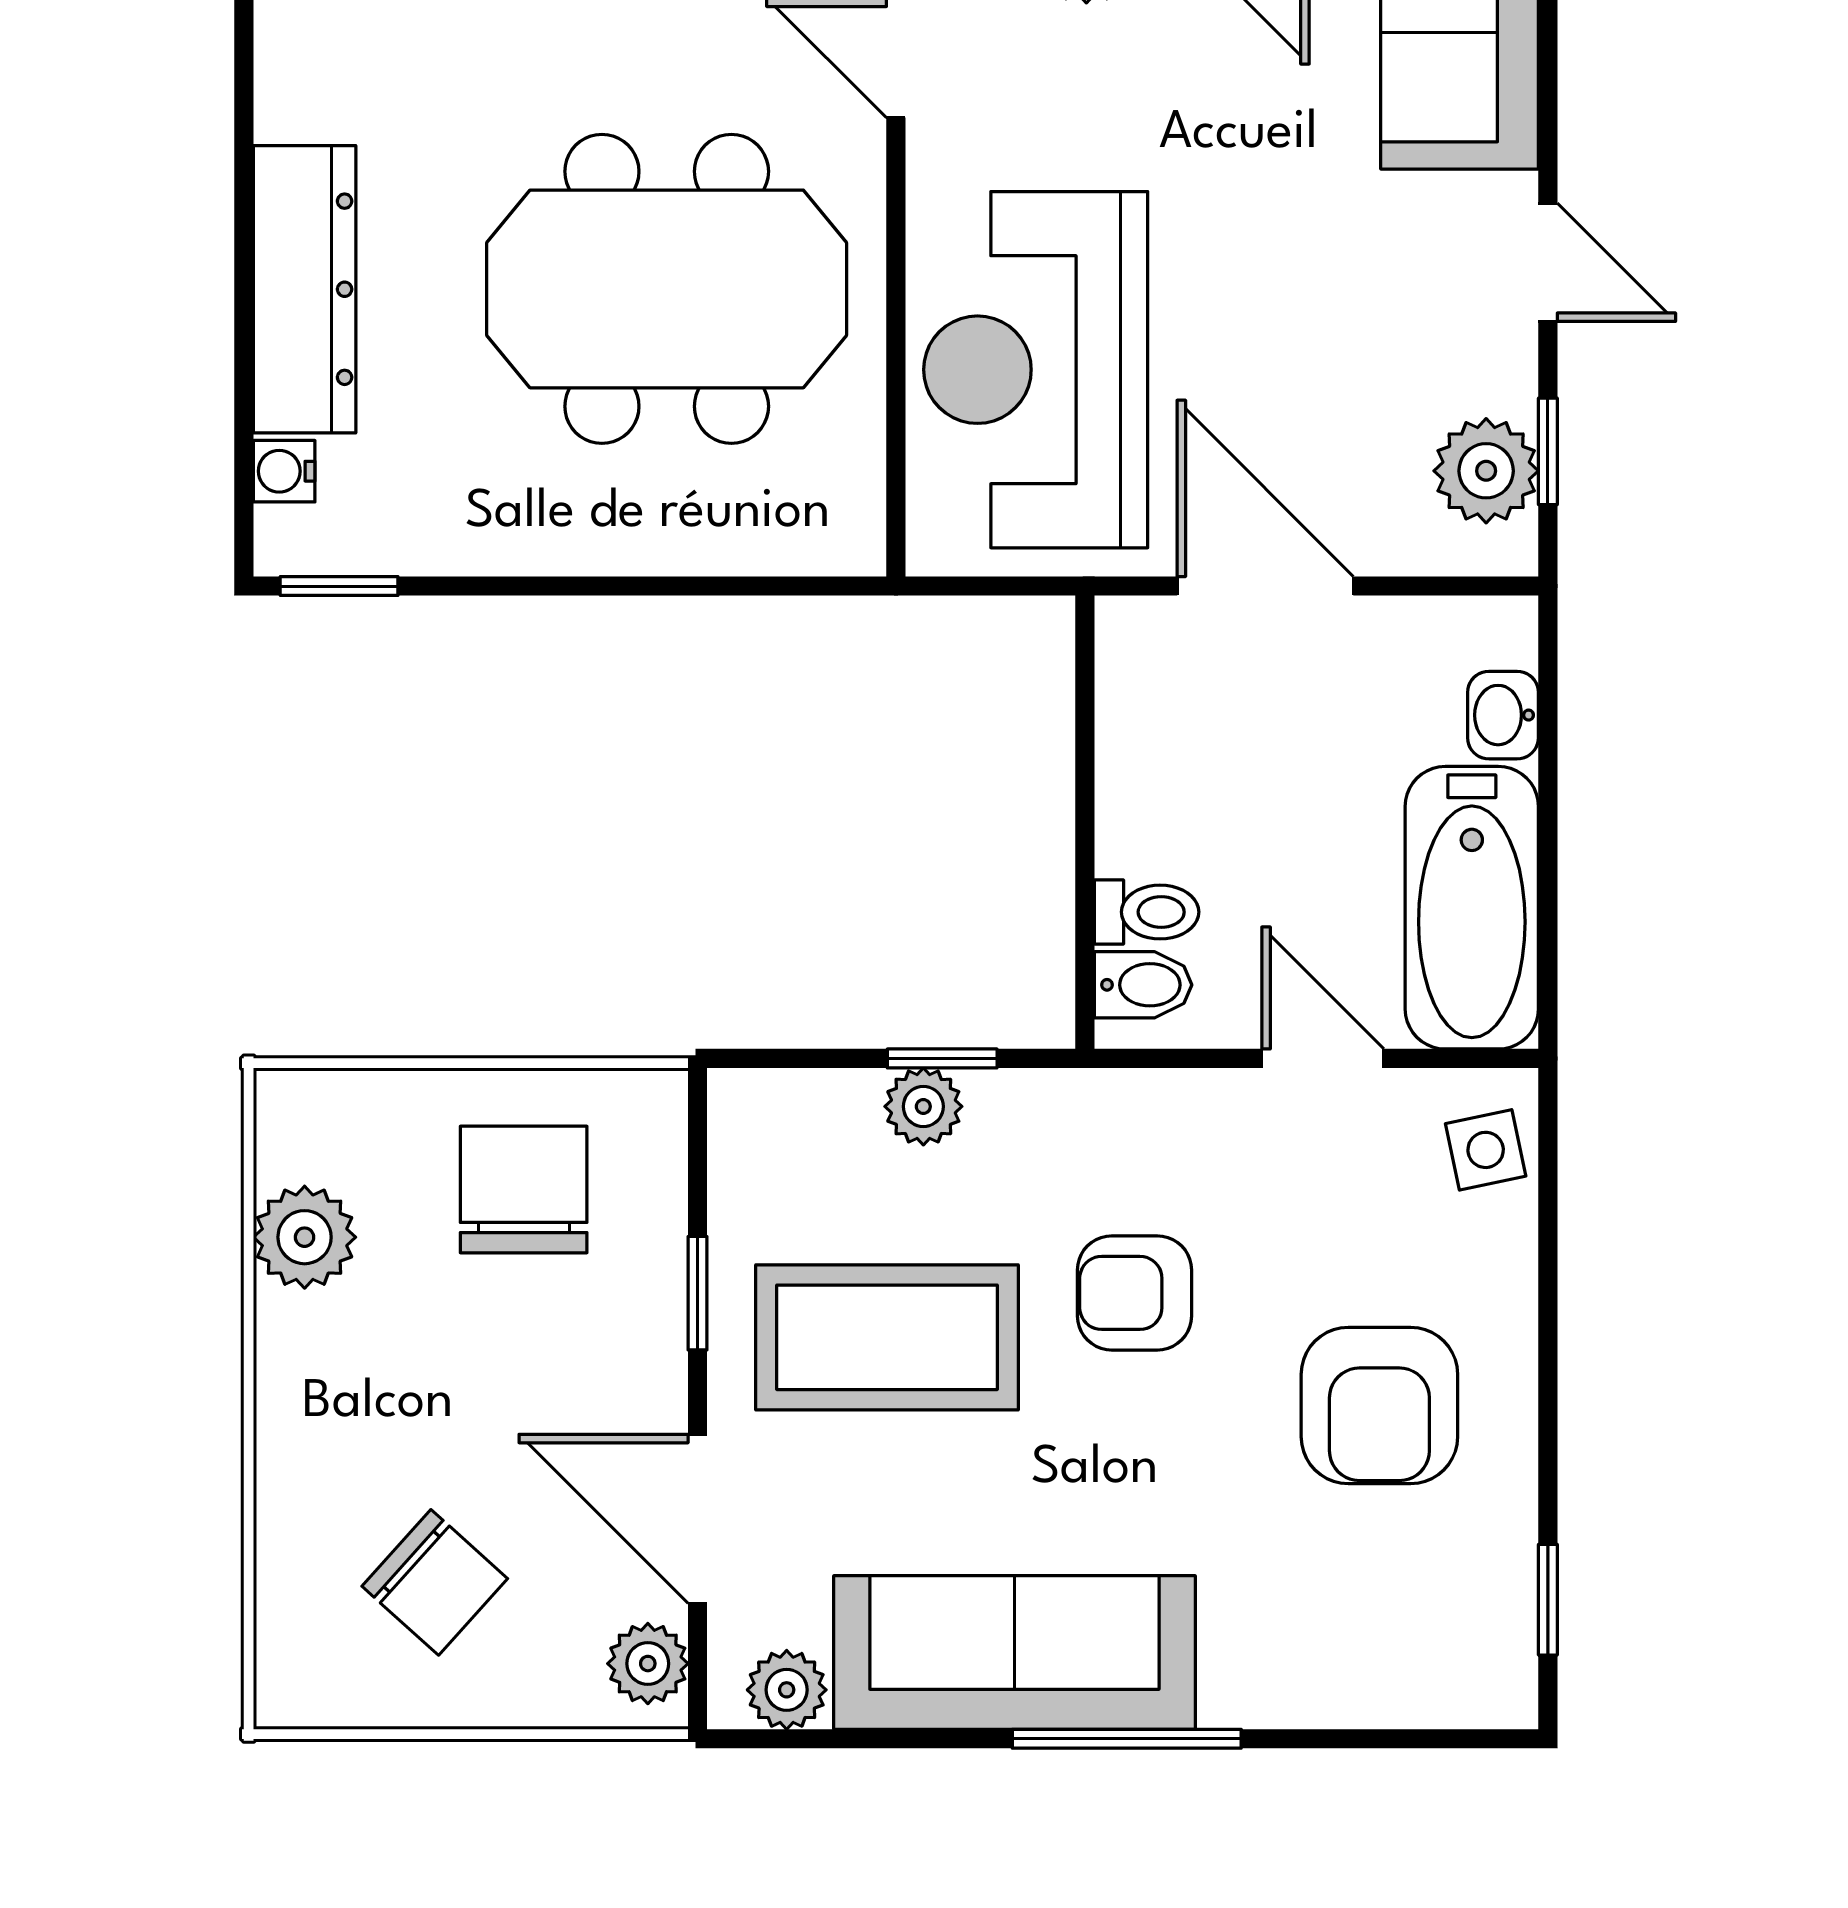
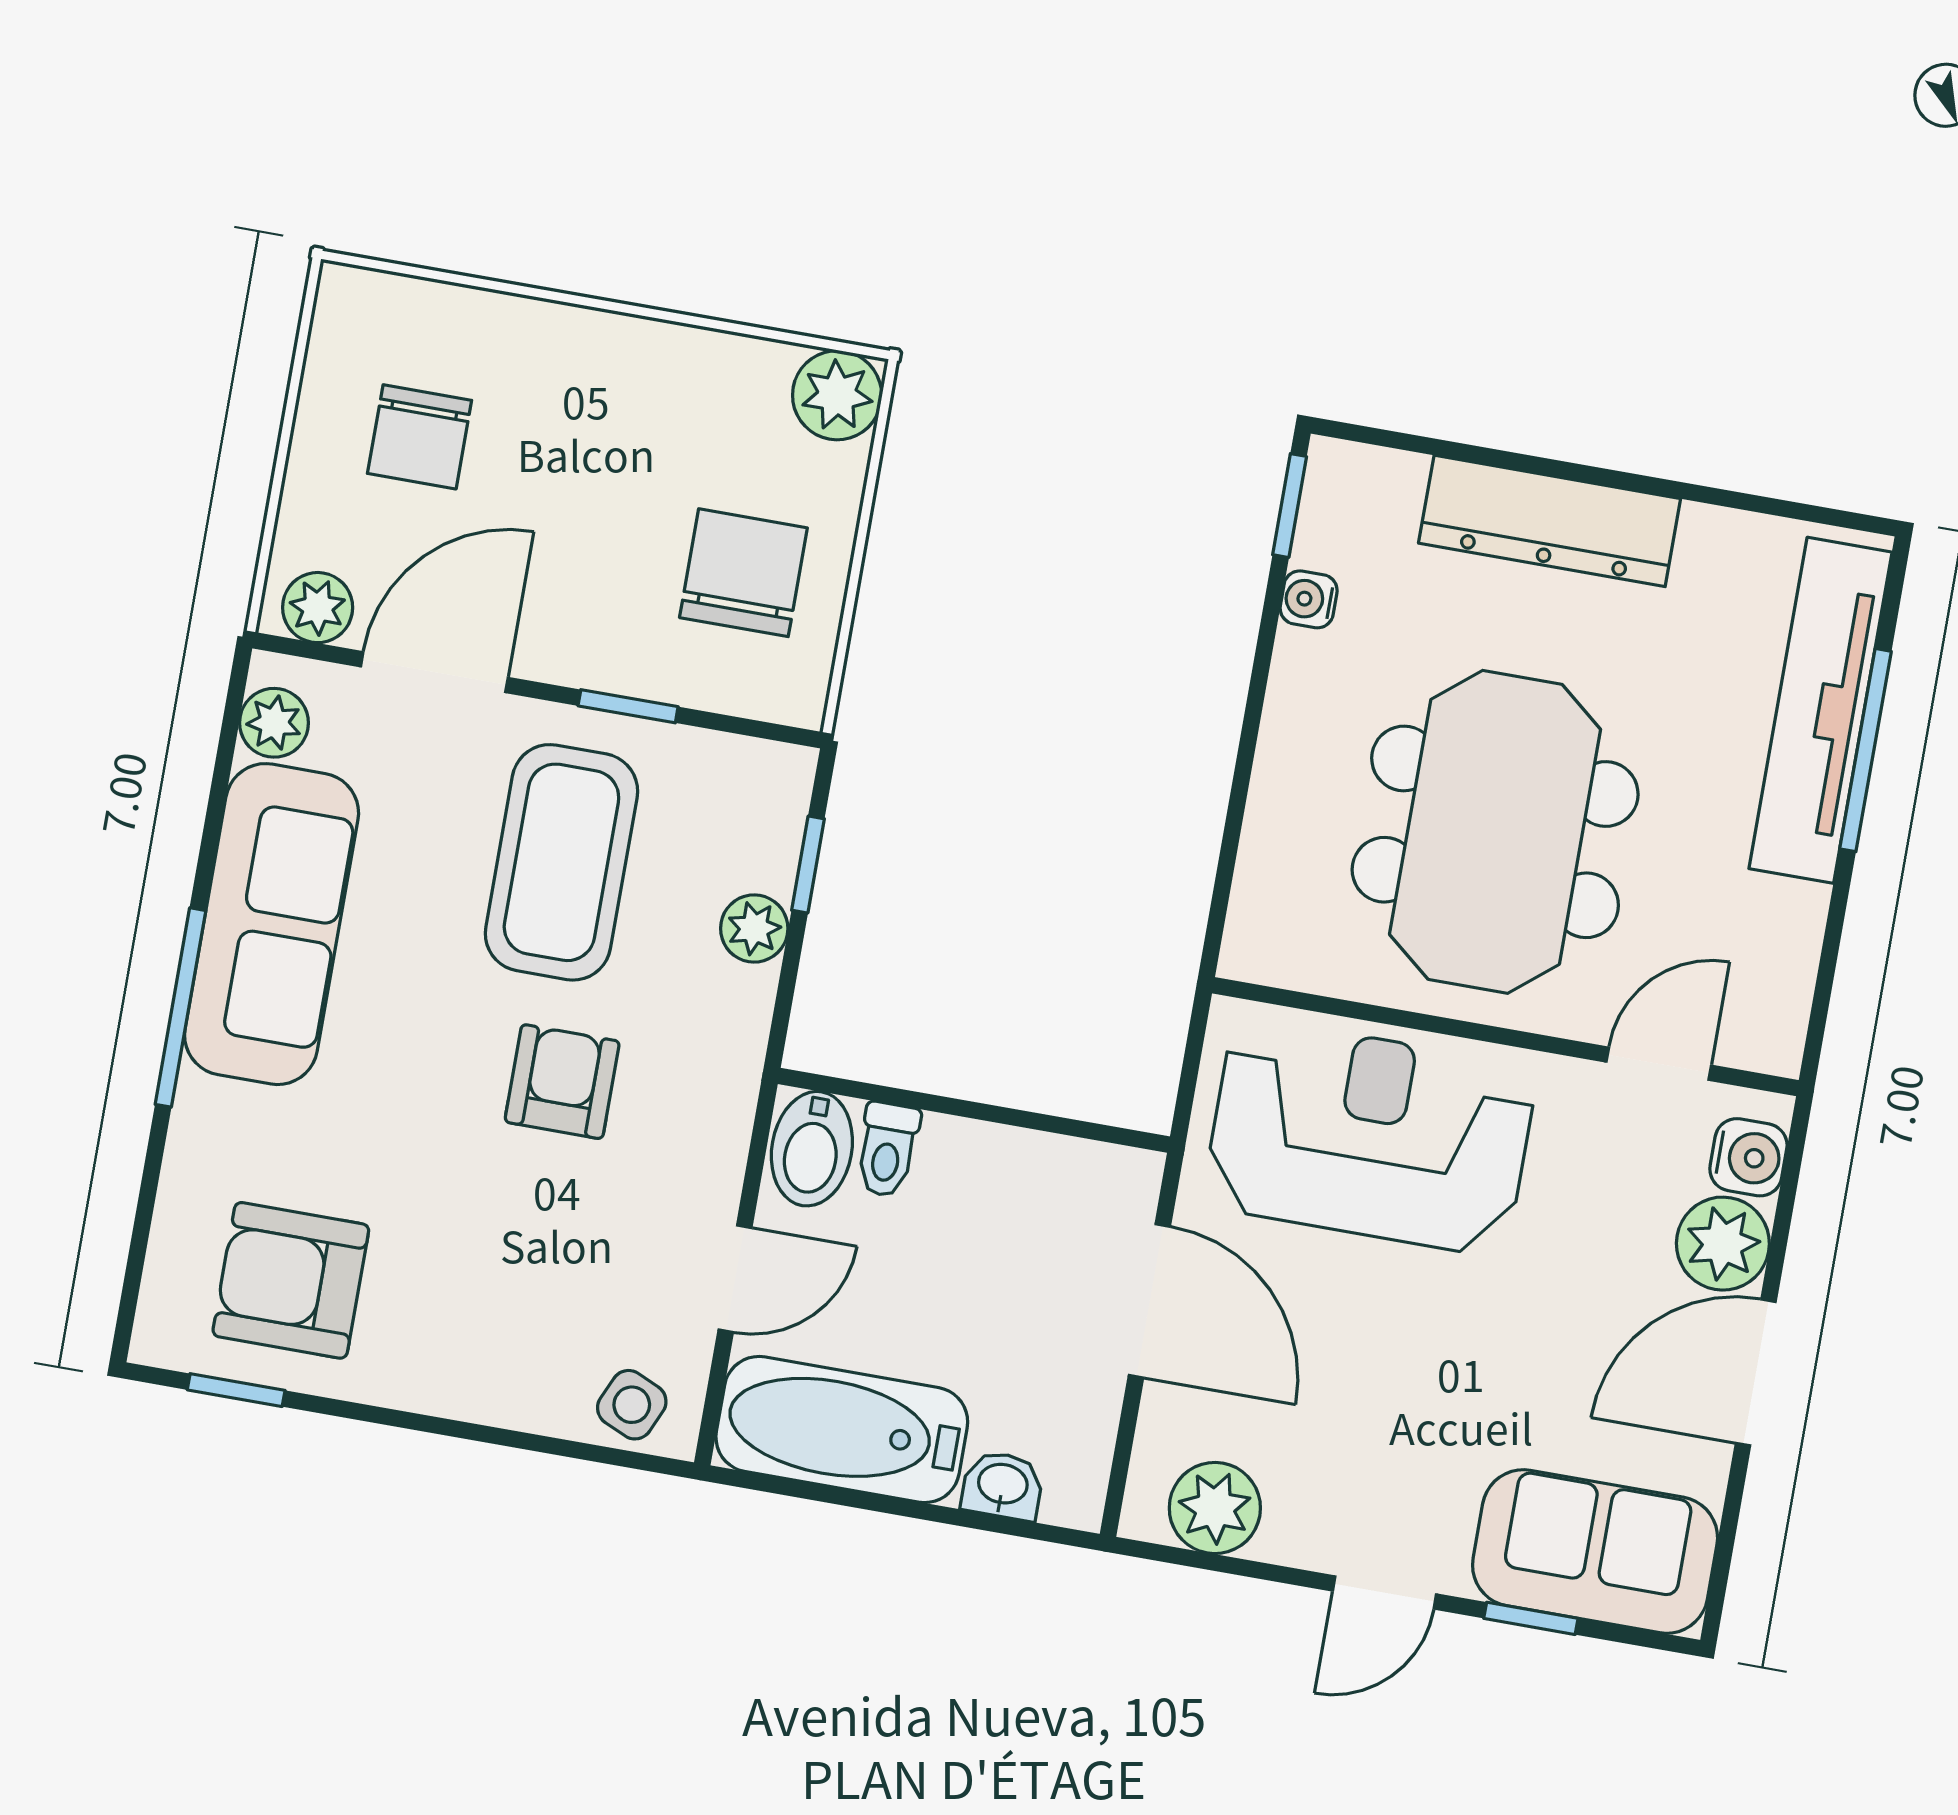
window: (1548, 451) -> (1531, 1618), moved
water cooler: (284, 471) -> (1309, 599), moved, turned -90
door: (1265, 586) -> (1149, 1301), hinge flipped
bidet: (1143, 985) -> (812, 1149), width x1.38, depth x1.36
window: (942, 1058) -> (808, 864), moved
side table: (1486, 1150) -> (632, 1405), turned 36
chair: (524, 1189) -> (743, 573), turned -90
plant: (305, 1237) -> (837, 395), moved
armchair: (1379, 1406) -> (291, 1280), moved
chair: (435, 1582) -> (420, 437), turned -42

